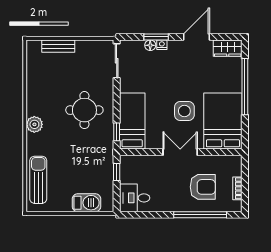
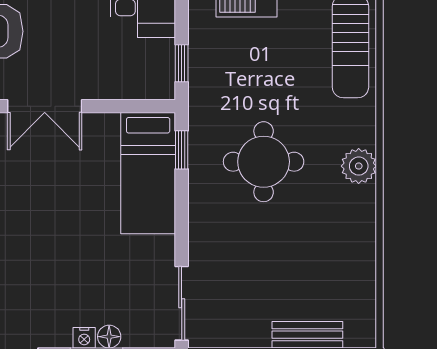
round table: (84, 110) -> (264, 162), moved
side table: (184, 111) -> (36, 195), removed

